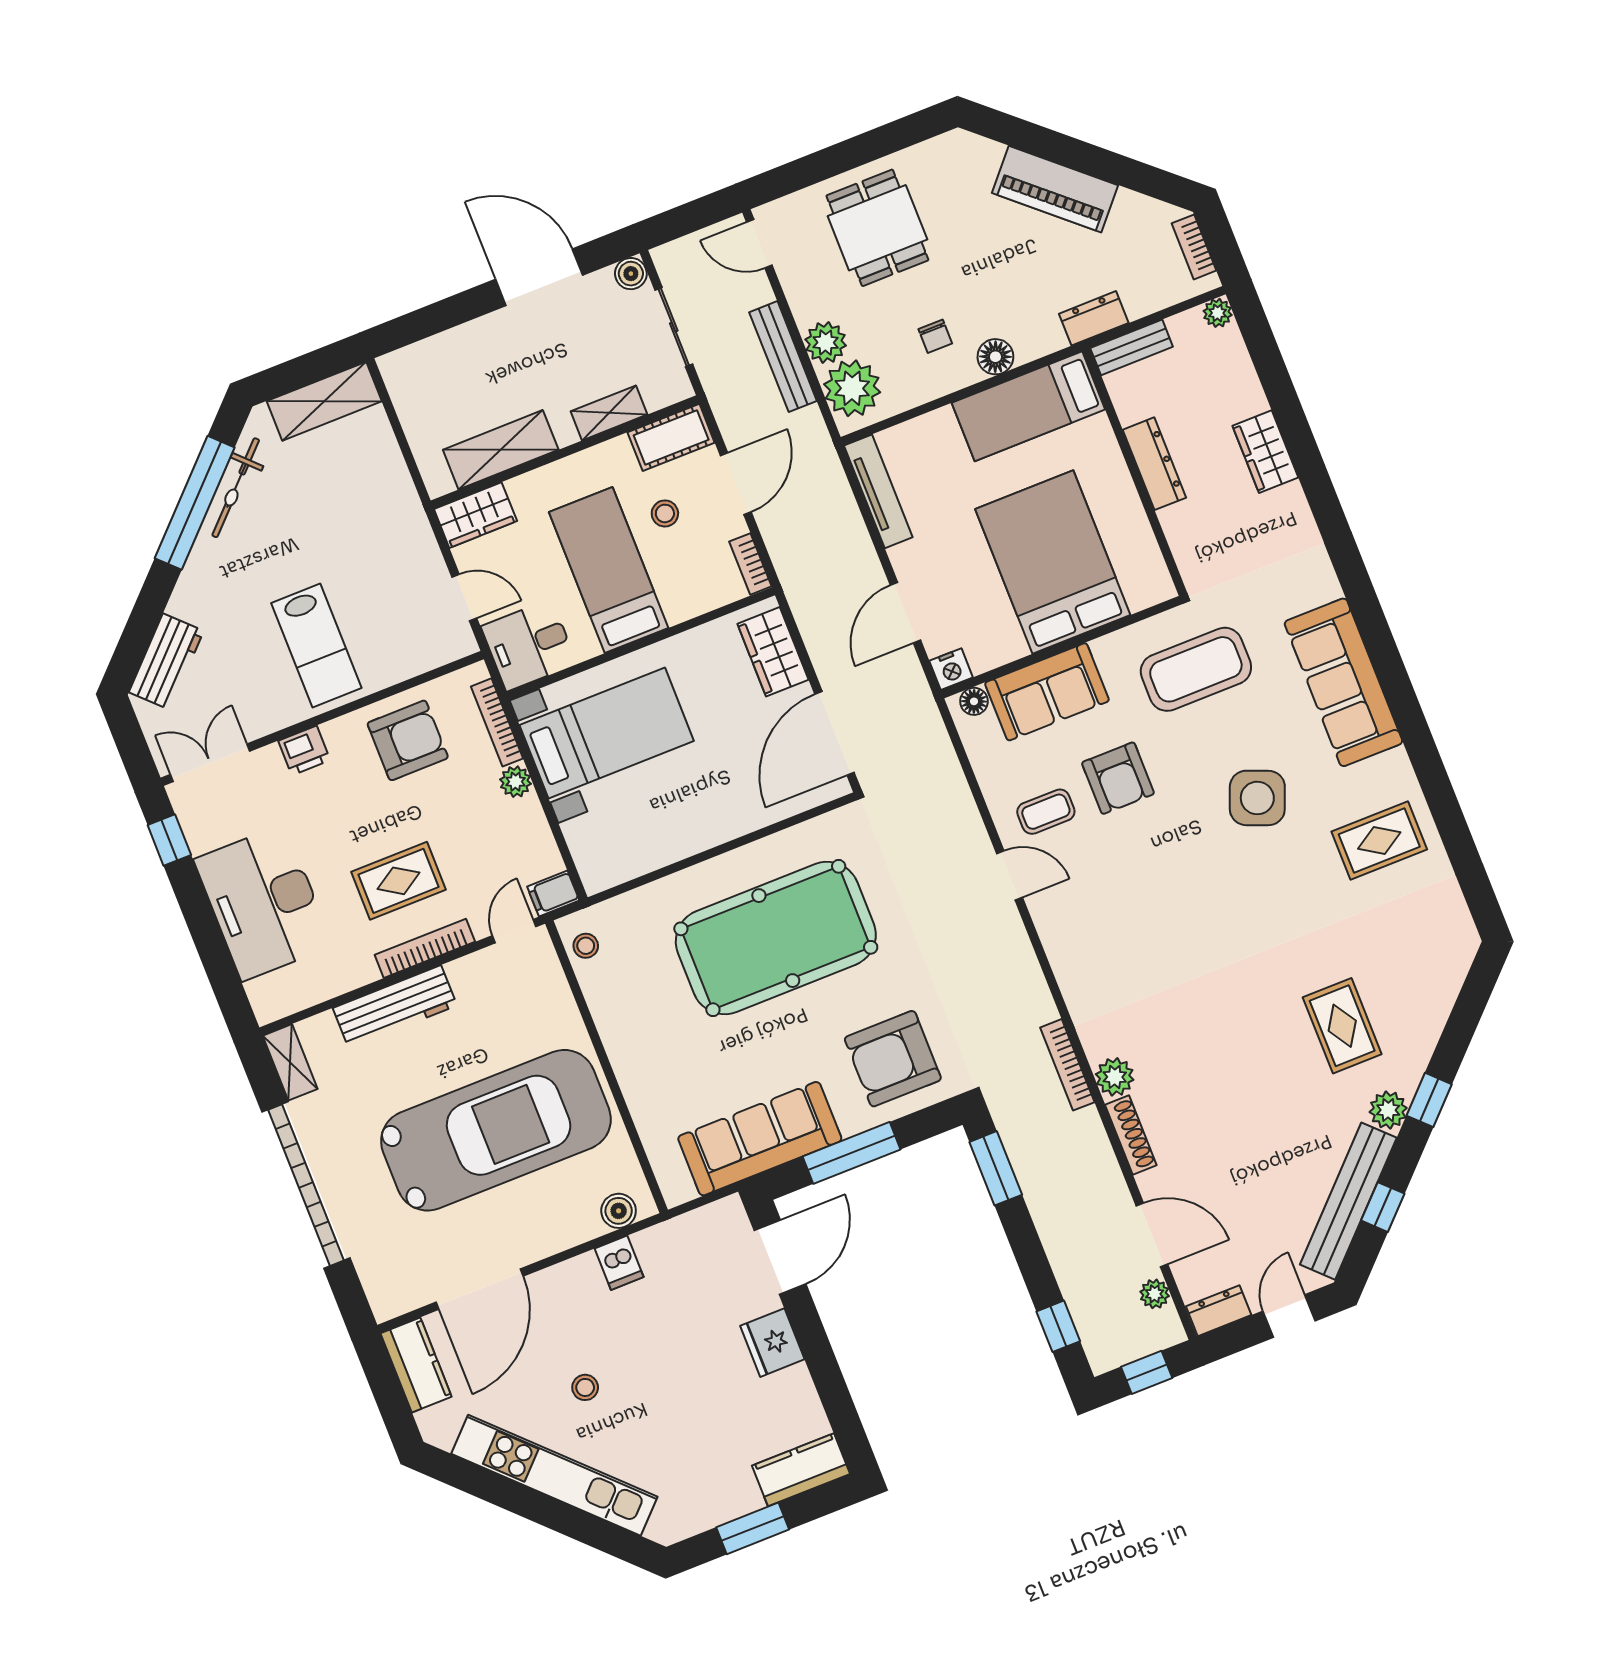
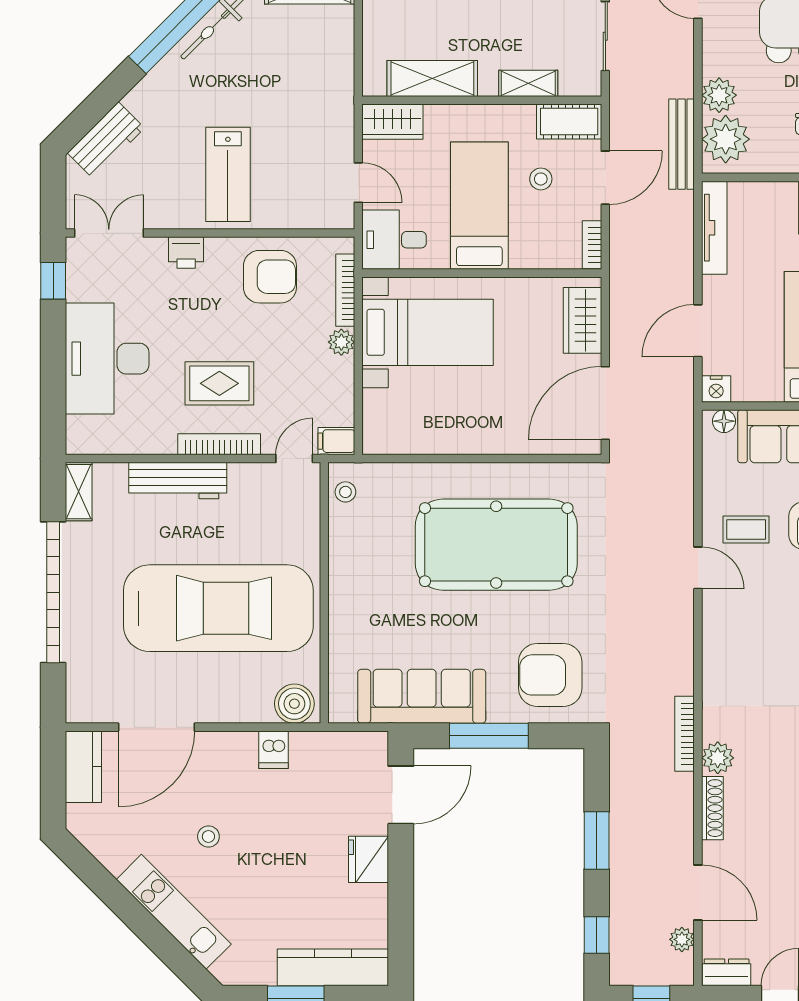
bench: (783, 357) -> (682, 144), moved
window: (996, 1168) -> (597, 840), moved
boiler: (619, 1211) -> (294, 704), width x1.36, depth x1.36
kitchen counter: (801, 1470) -> (333, 967), width x1.50
kitchen unit: (554, 1475) -> (174, 912), width x0.73

